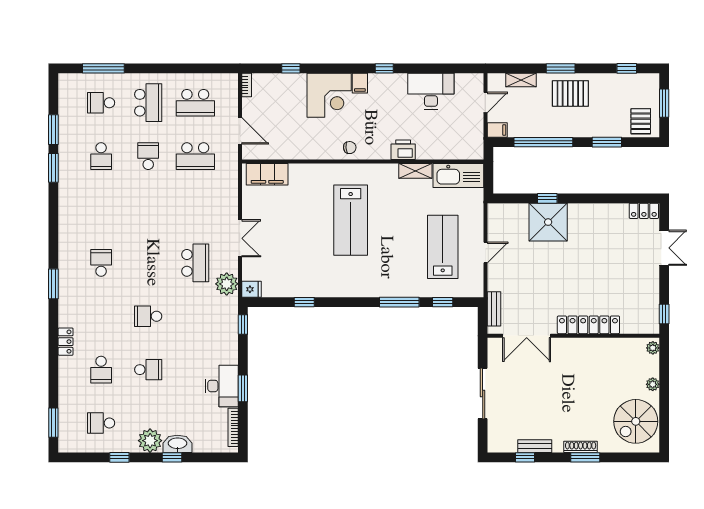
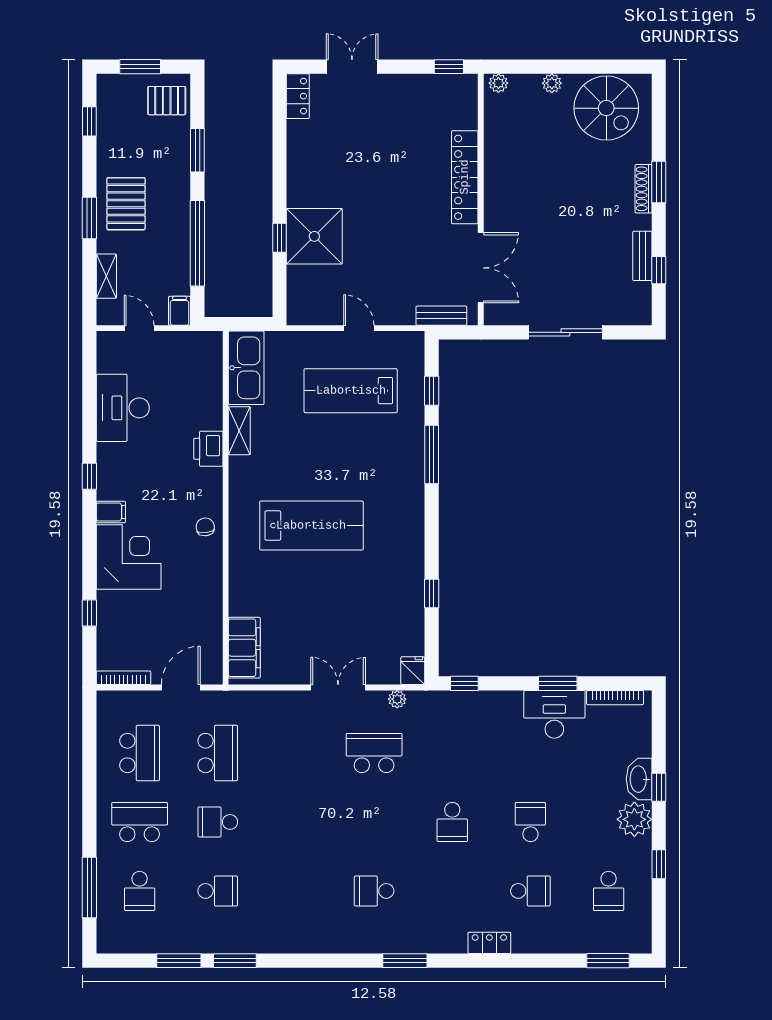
bookcase: (247, 85) -> (123, 678), width x1.56
plant: (227, 284) -> (397, 699), width x0.53, depth x0.53

